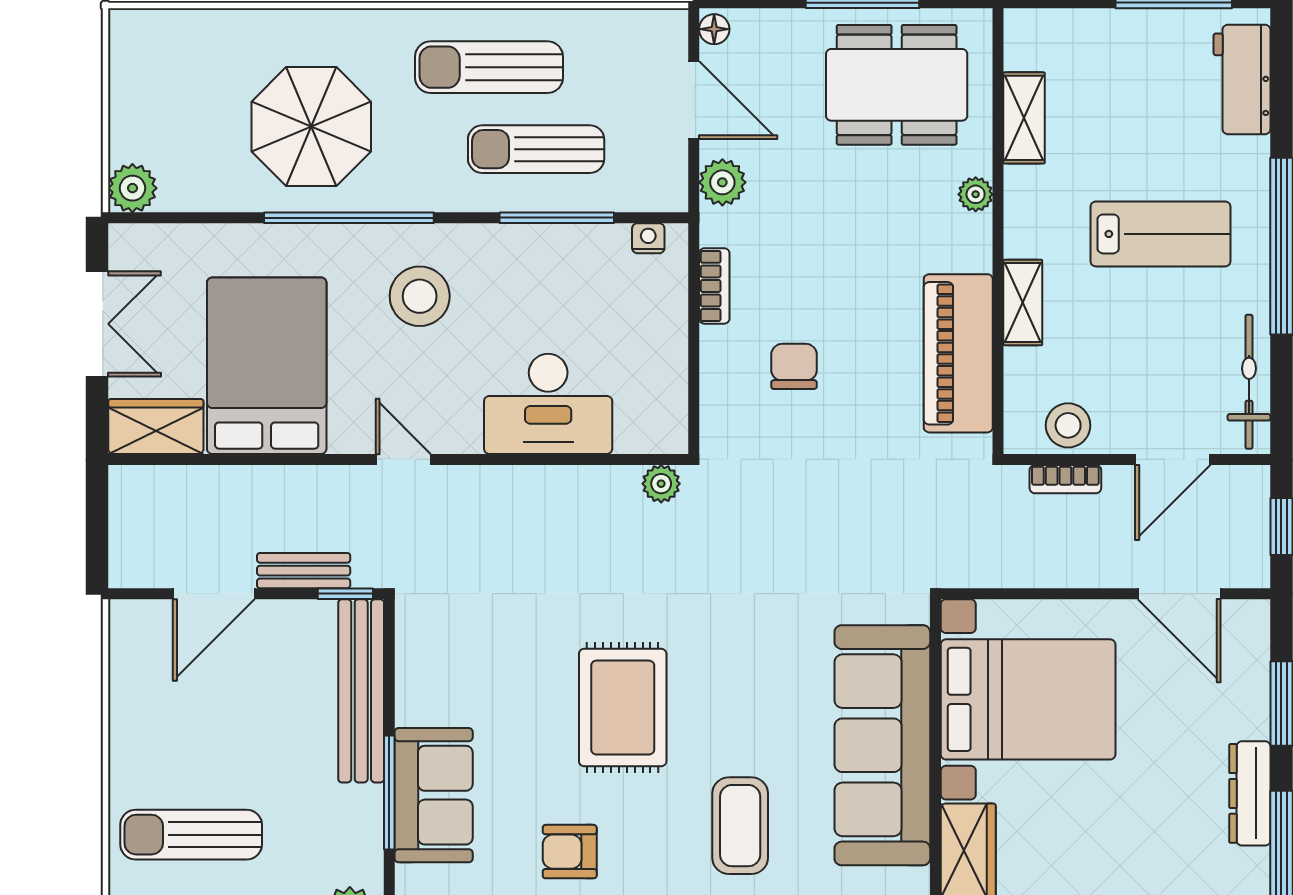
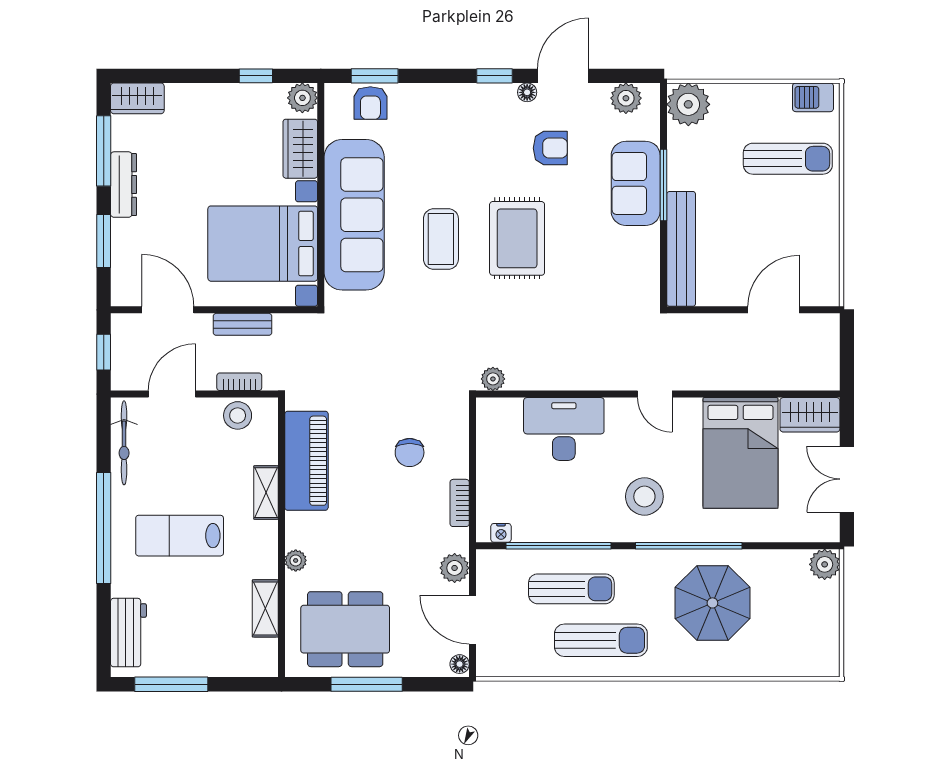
window: (557, 218) -> (558, 546), width x1.46
bench: (304, 571) -> (243, 324), moved
window: (345, 594) -> (691, 310), removed
coffee table: (740, 826) -> (441, 239), moved

